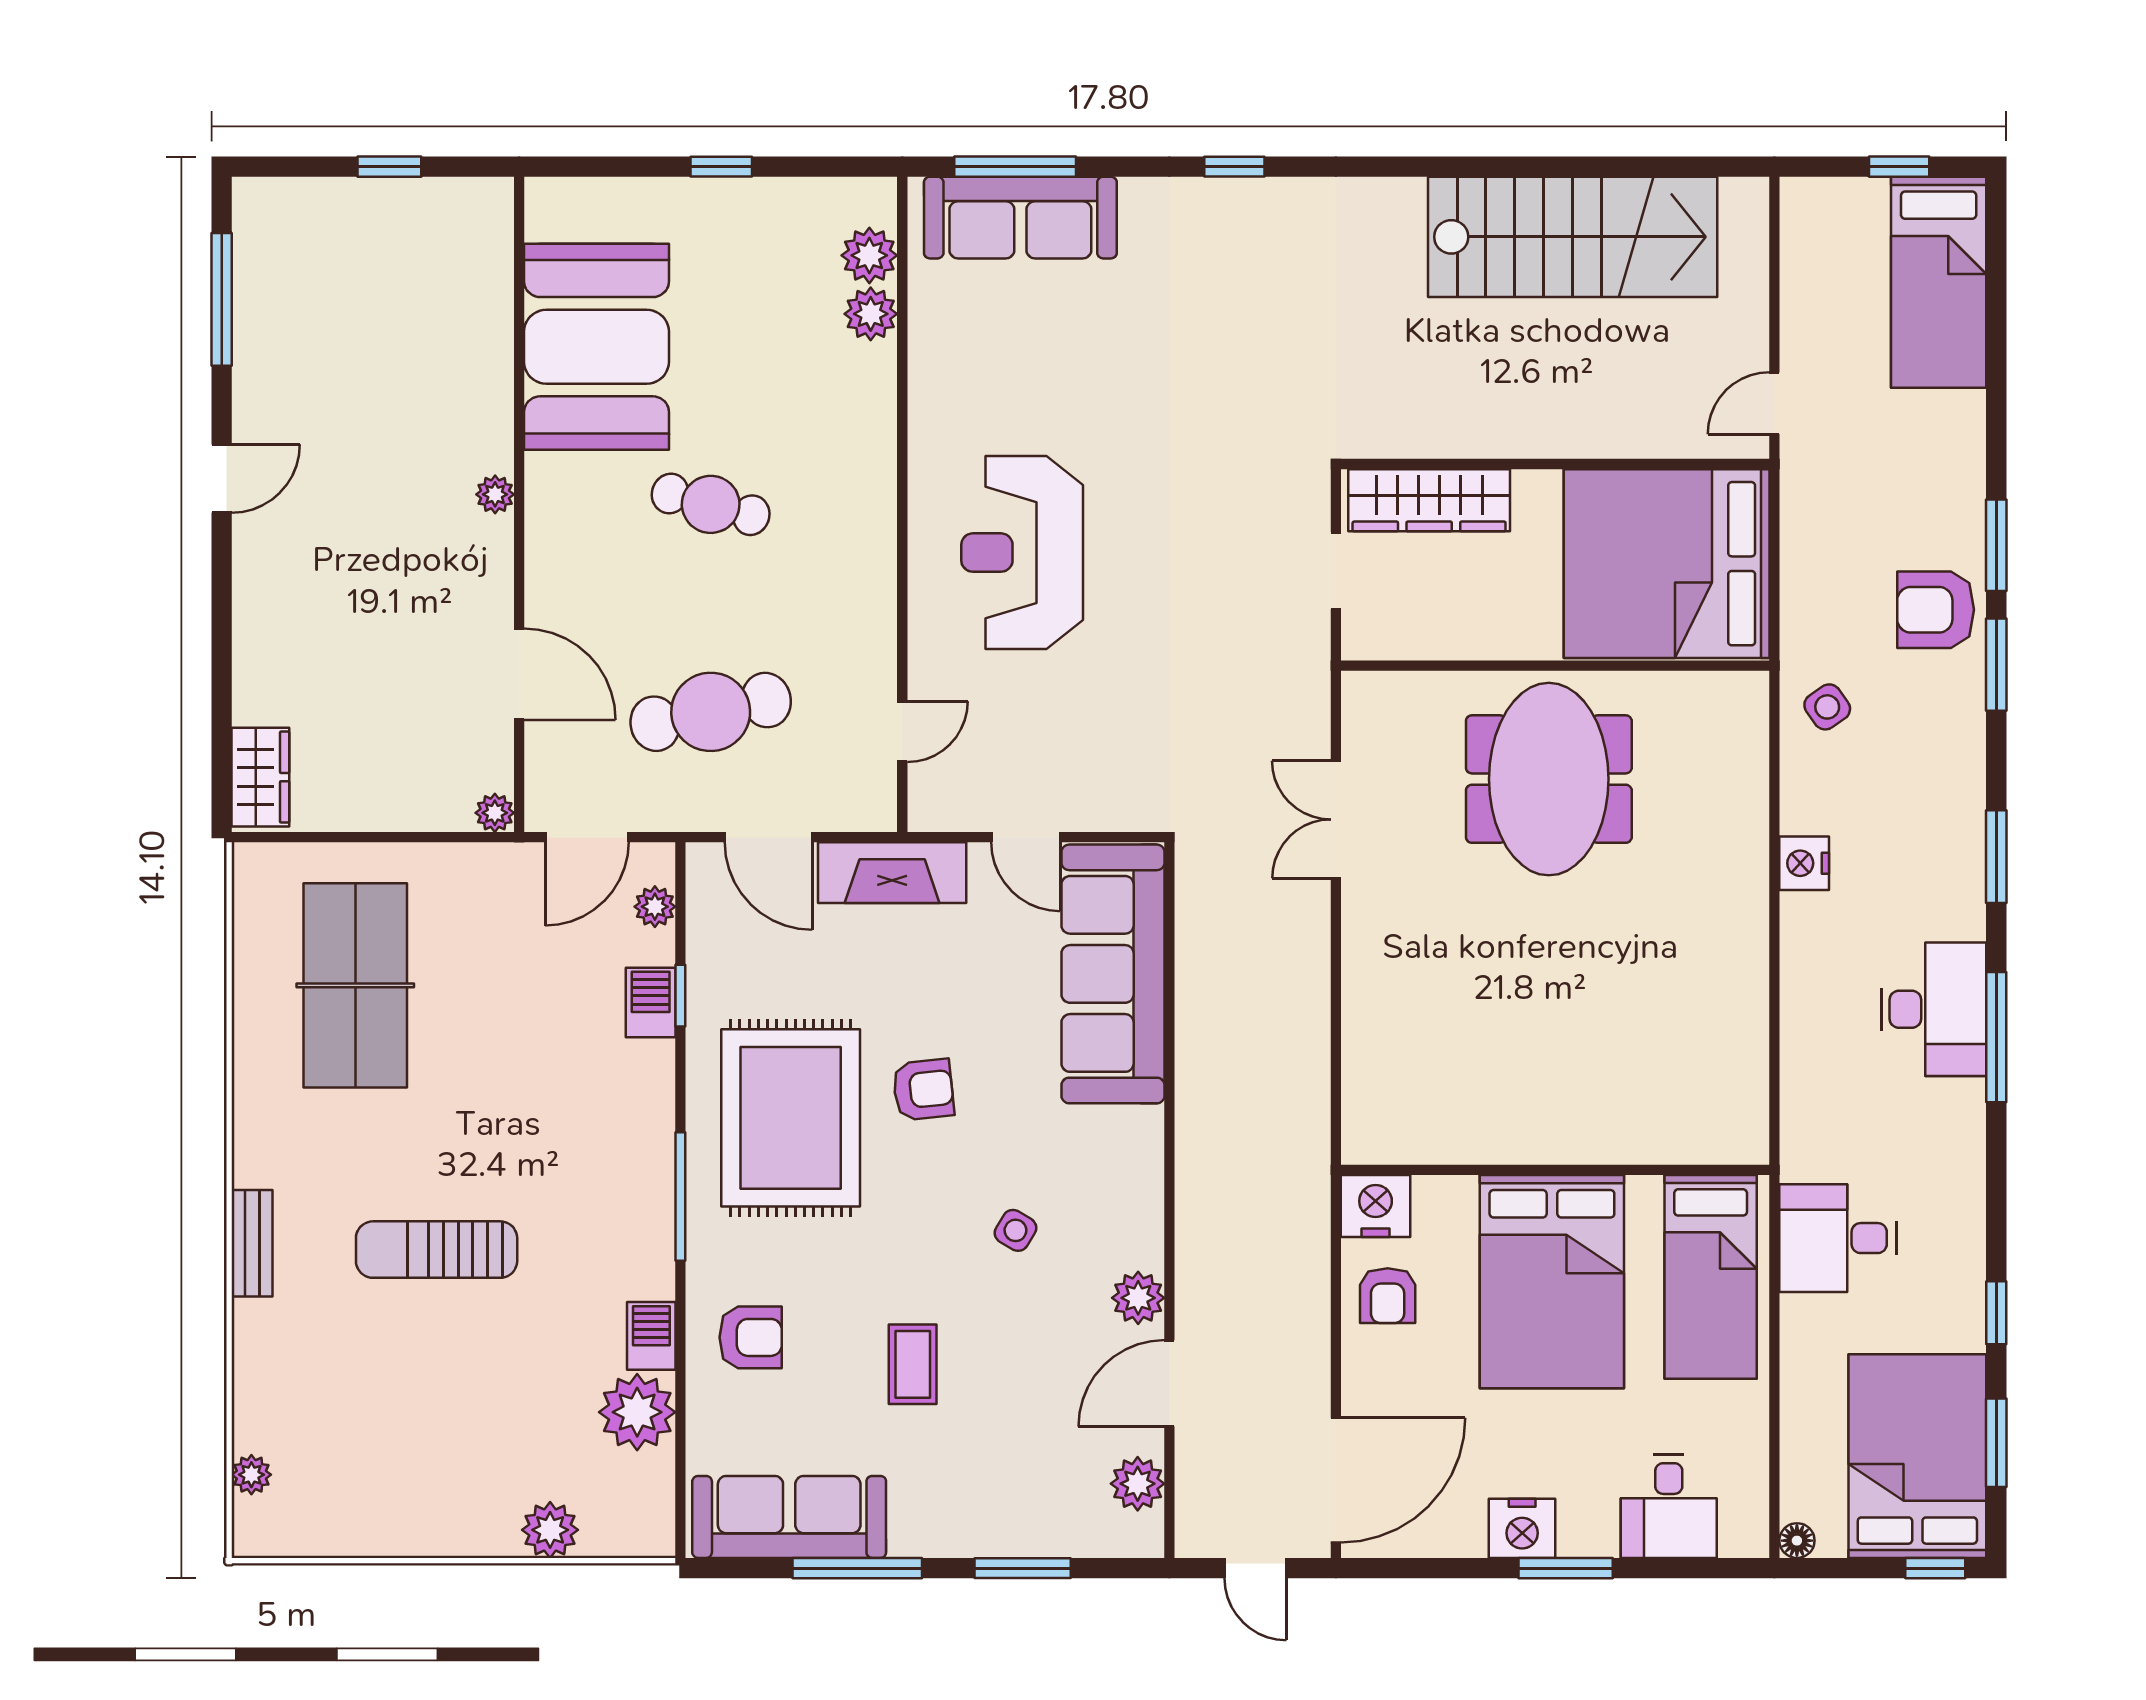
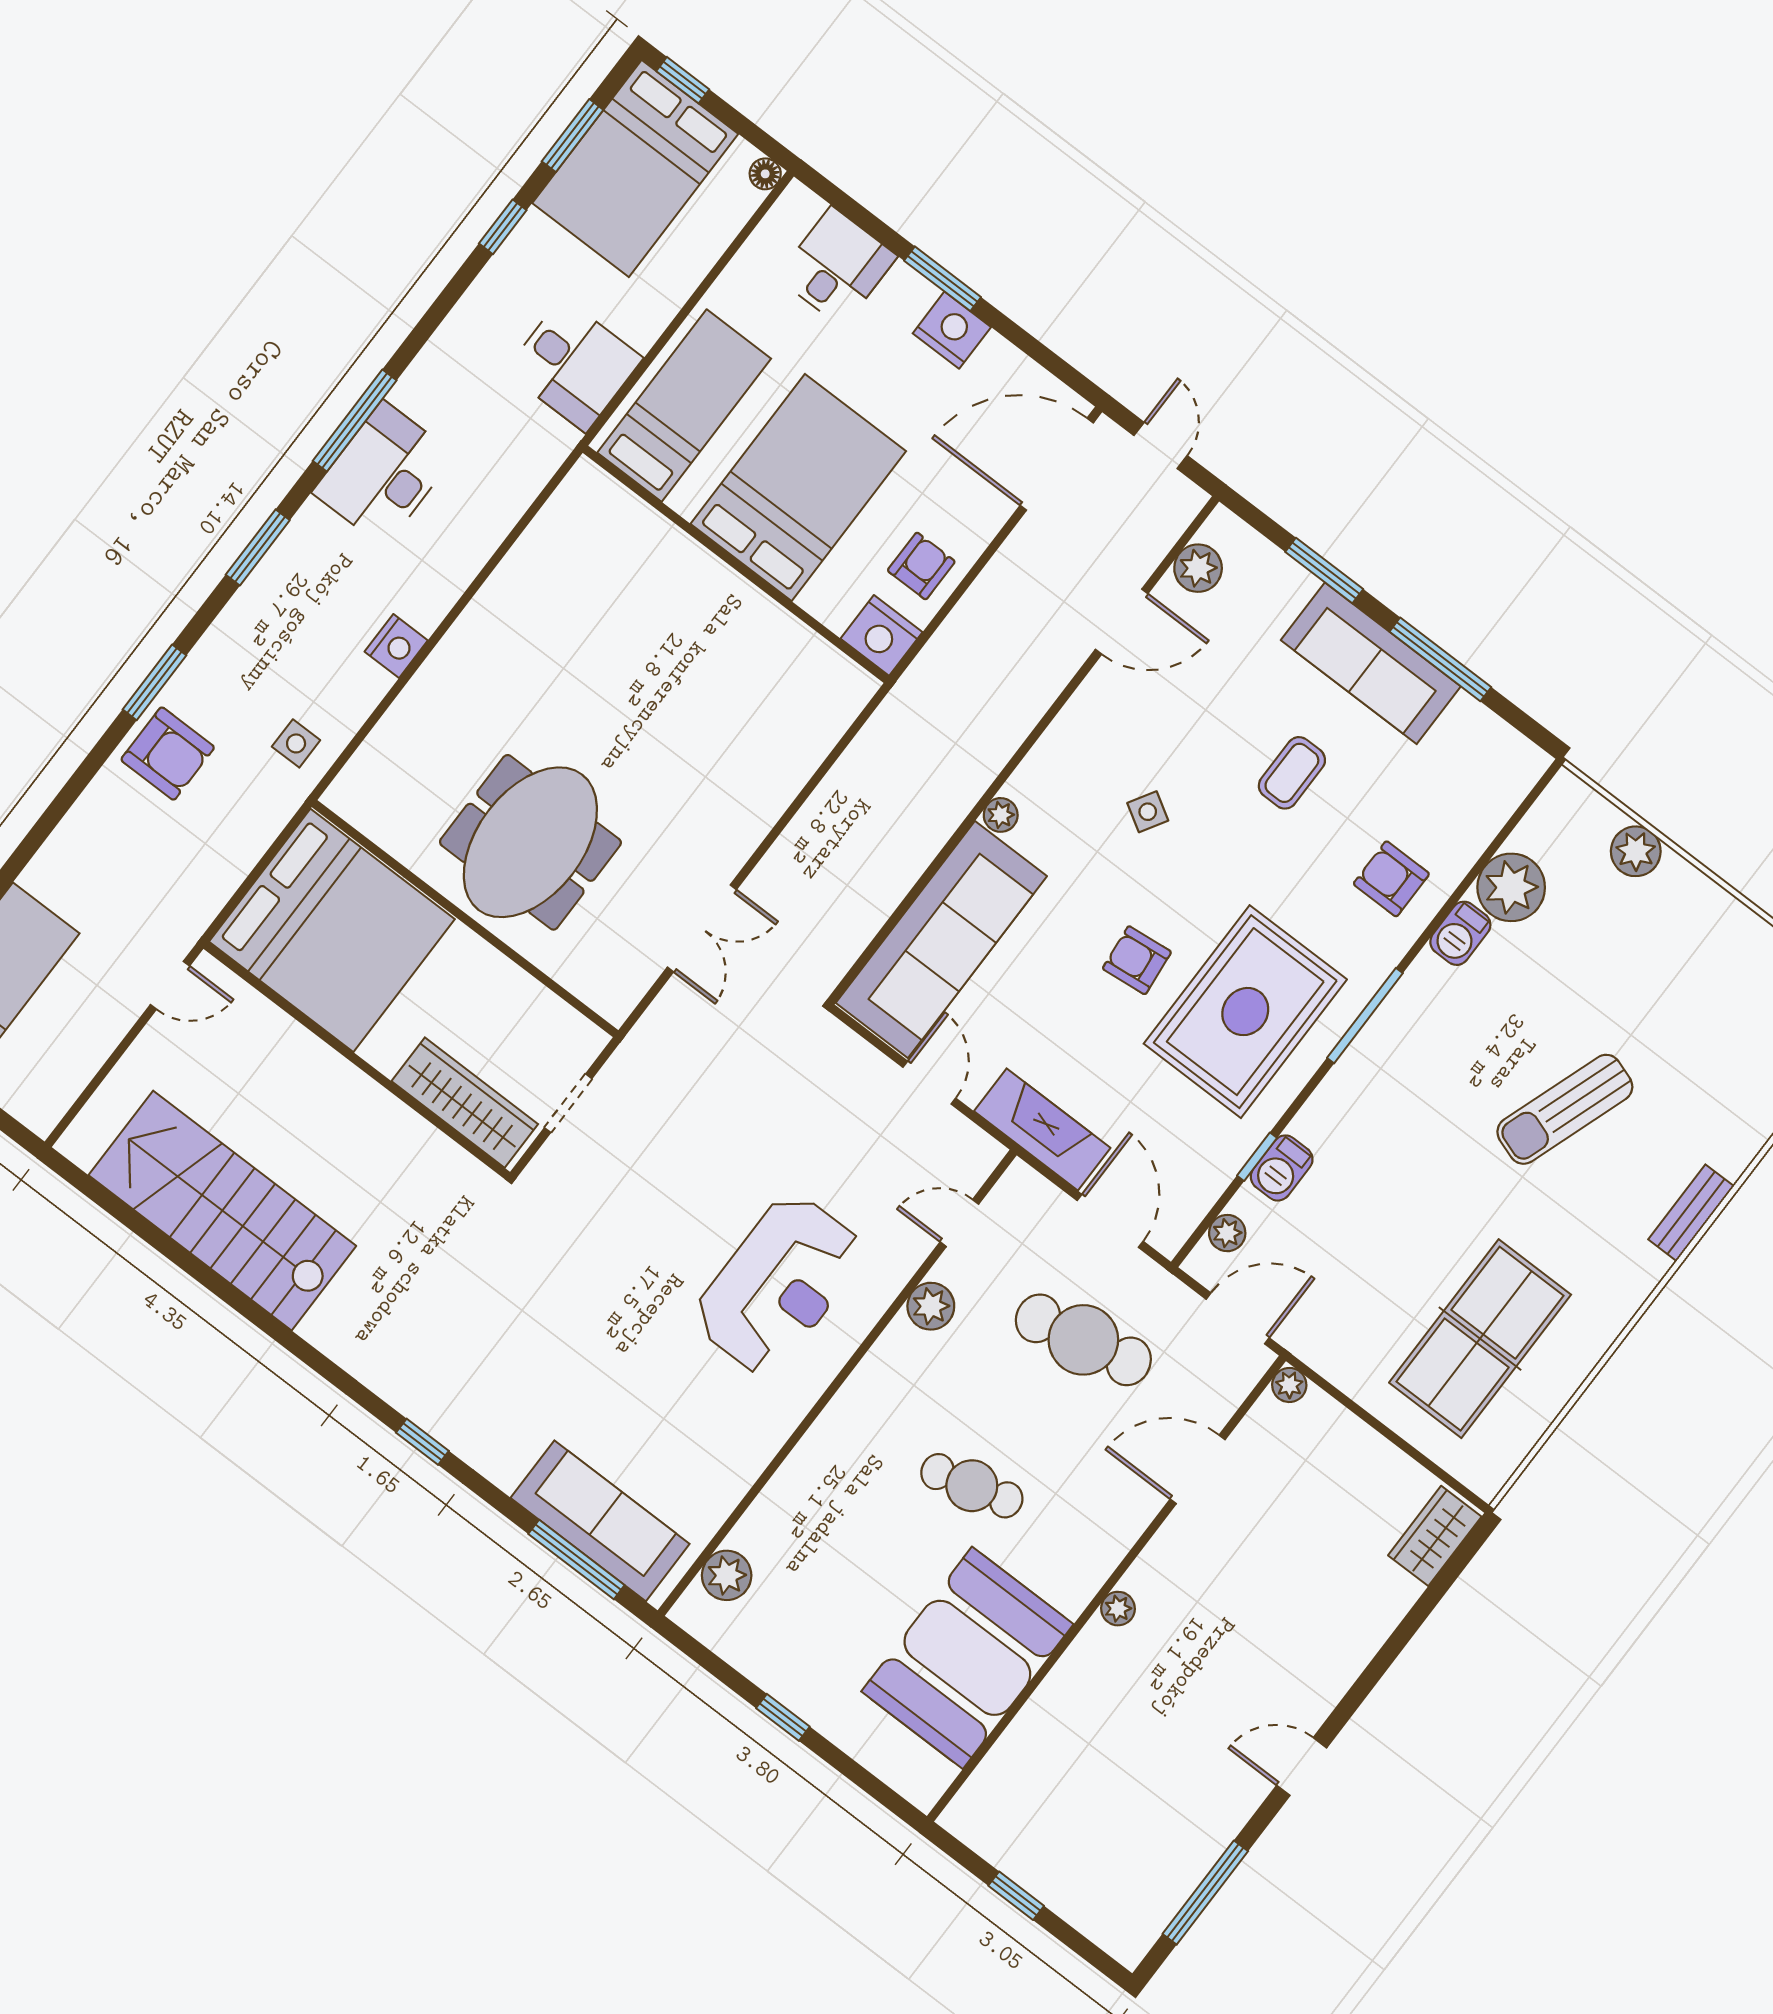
plant: (871, 314) -> (931, 1306), moved
cafe table: (711, 504) -> (972, 1486), turned -30
window: (1996, 545) -> (90, 766), removed
door: (519, 674) -> (1198, 1469), hinge flipped
side table: (1827, 707) -> (296, 743), turned 35
sun lounger: (437, 1250) -> (1565, 1109), turned 109
plant: (1138, 1298) -> (1001, 815), moved, width x0.73, depth x0.73
sofa: (789, 1517) -> (1371, 663), moved

